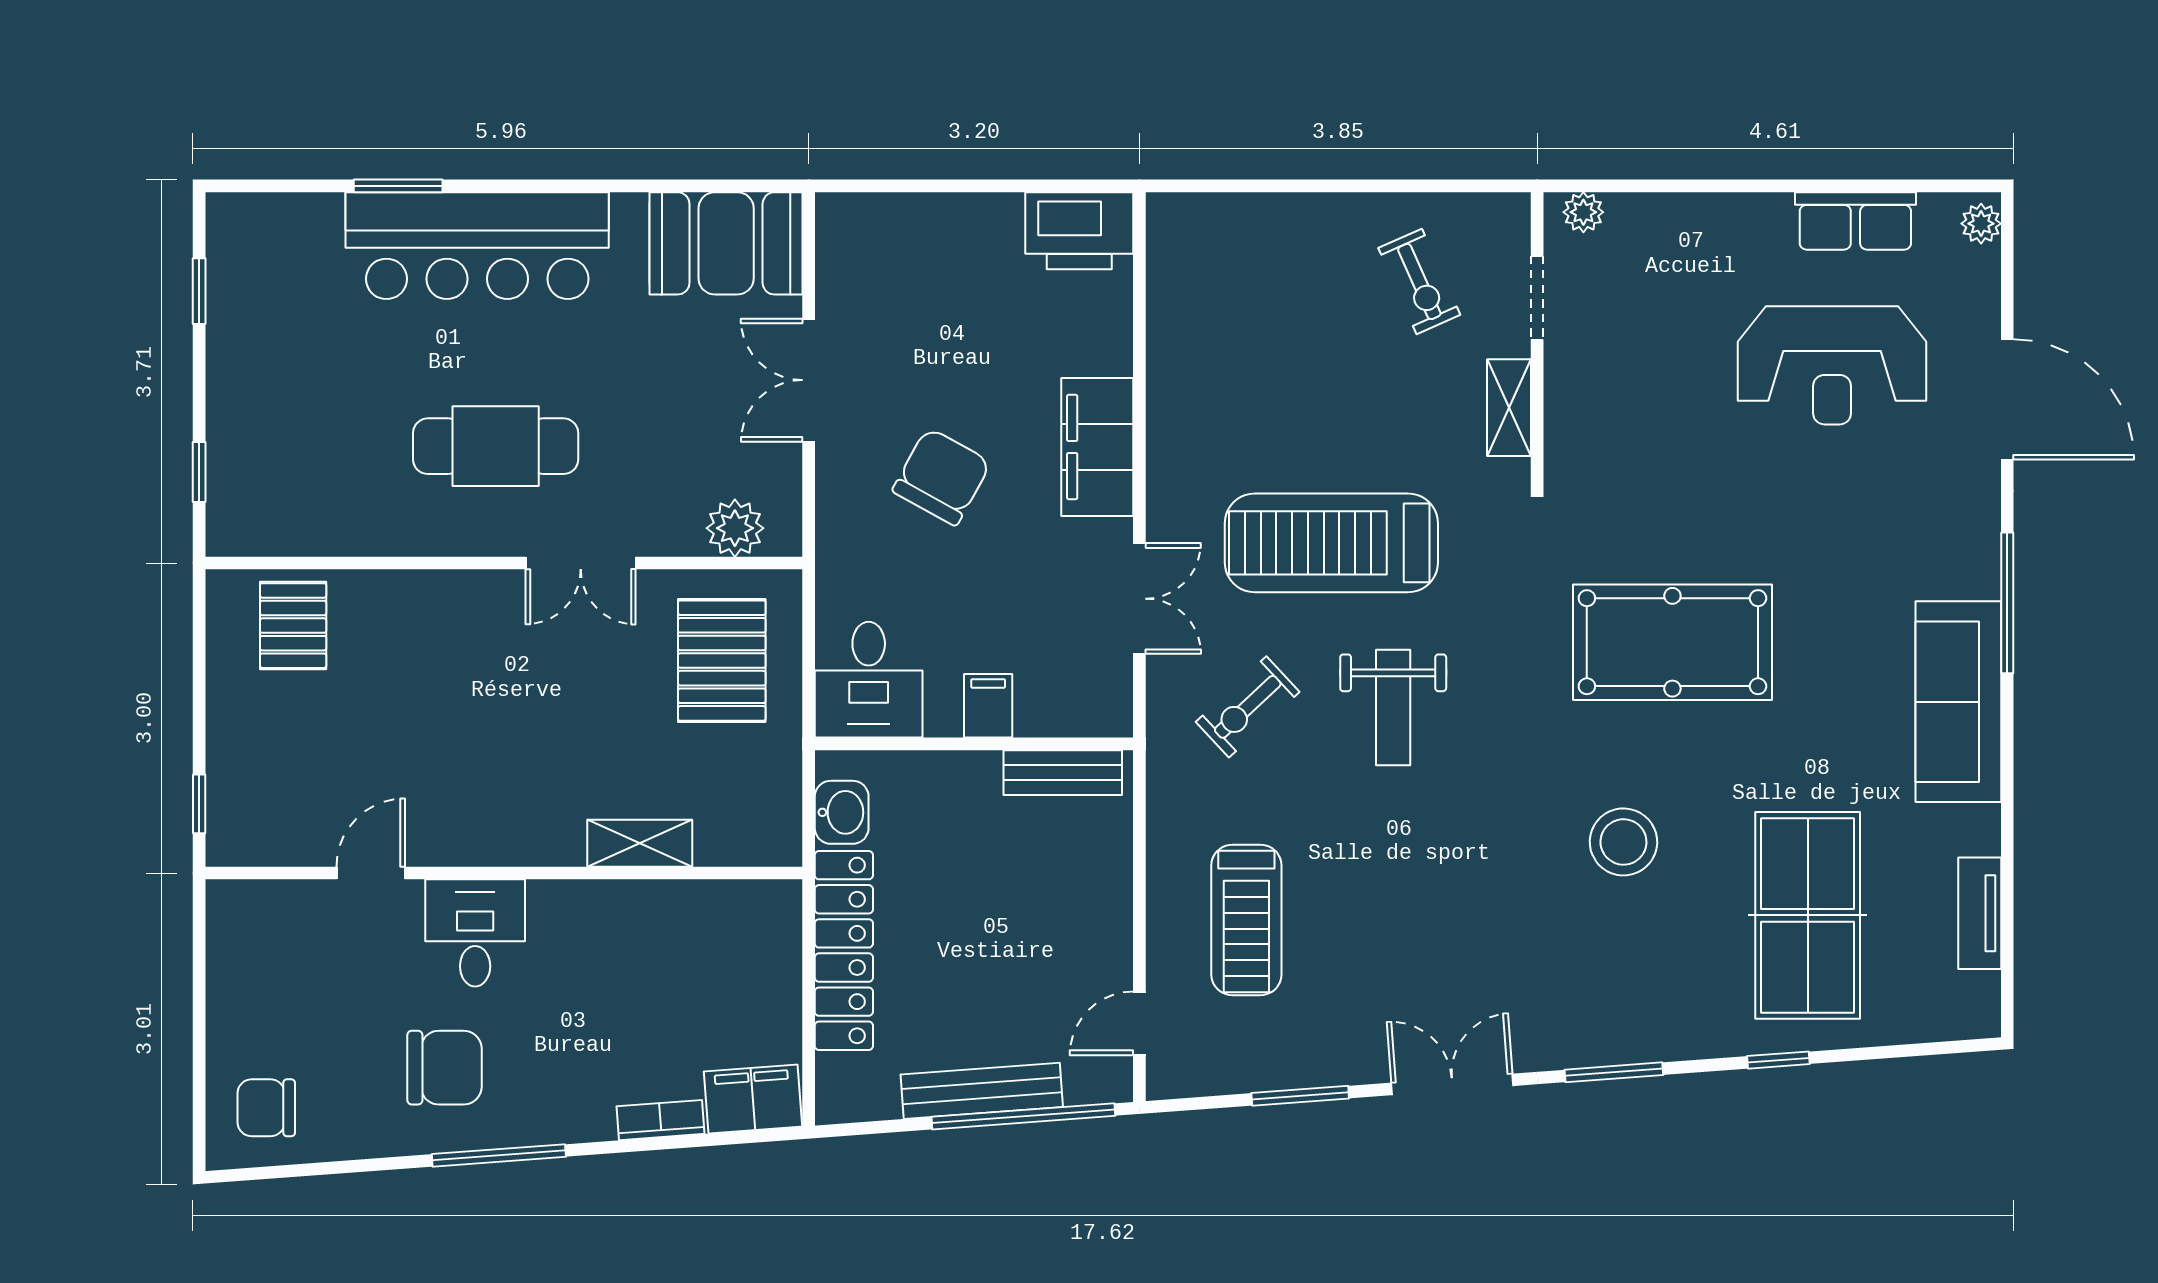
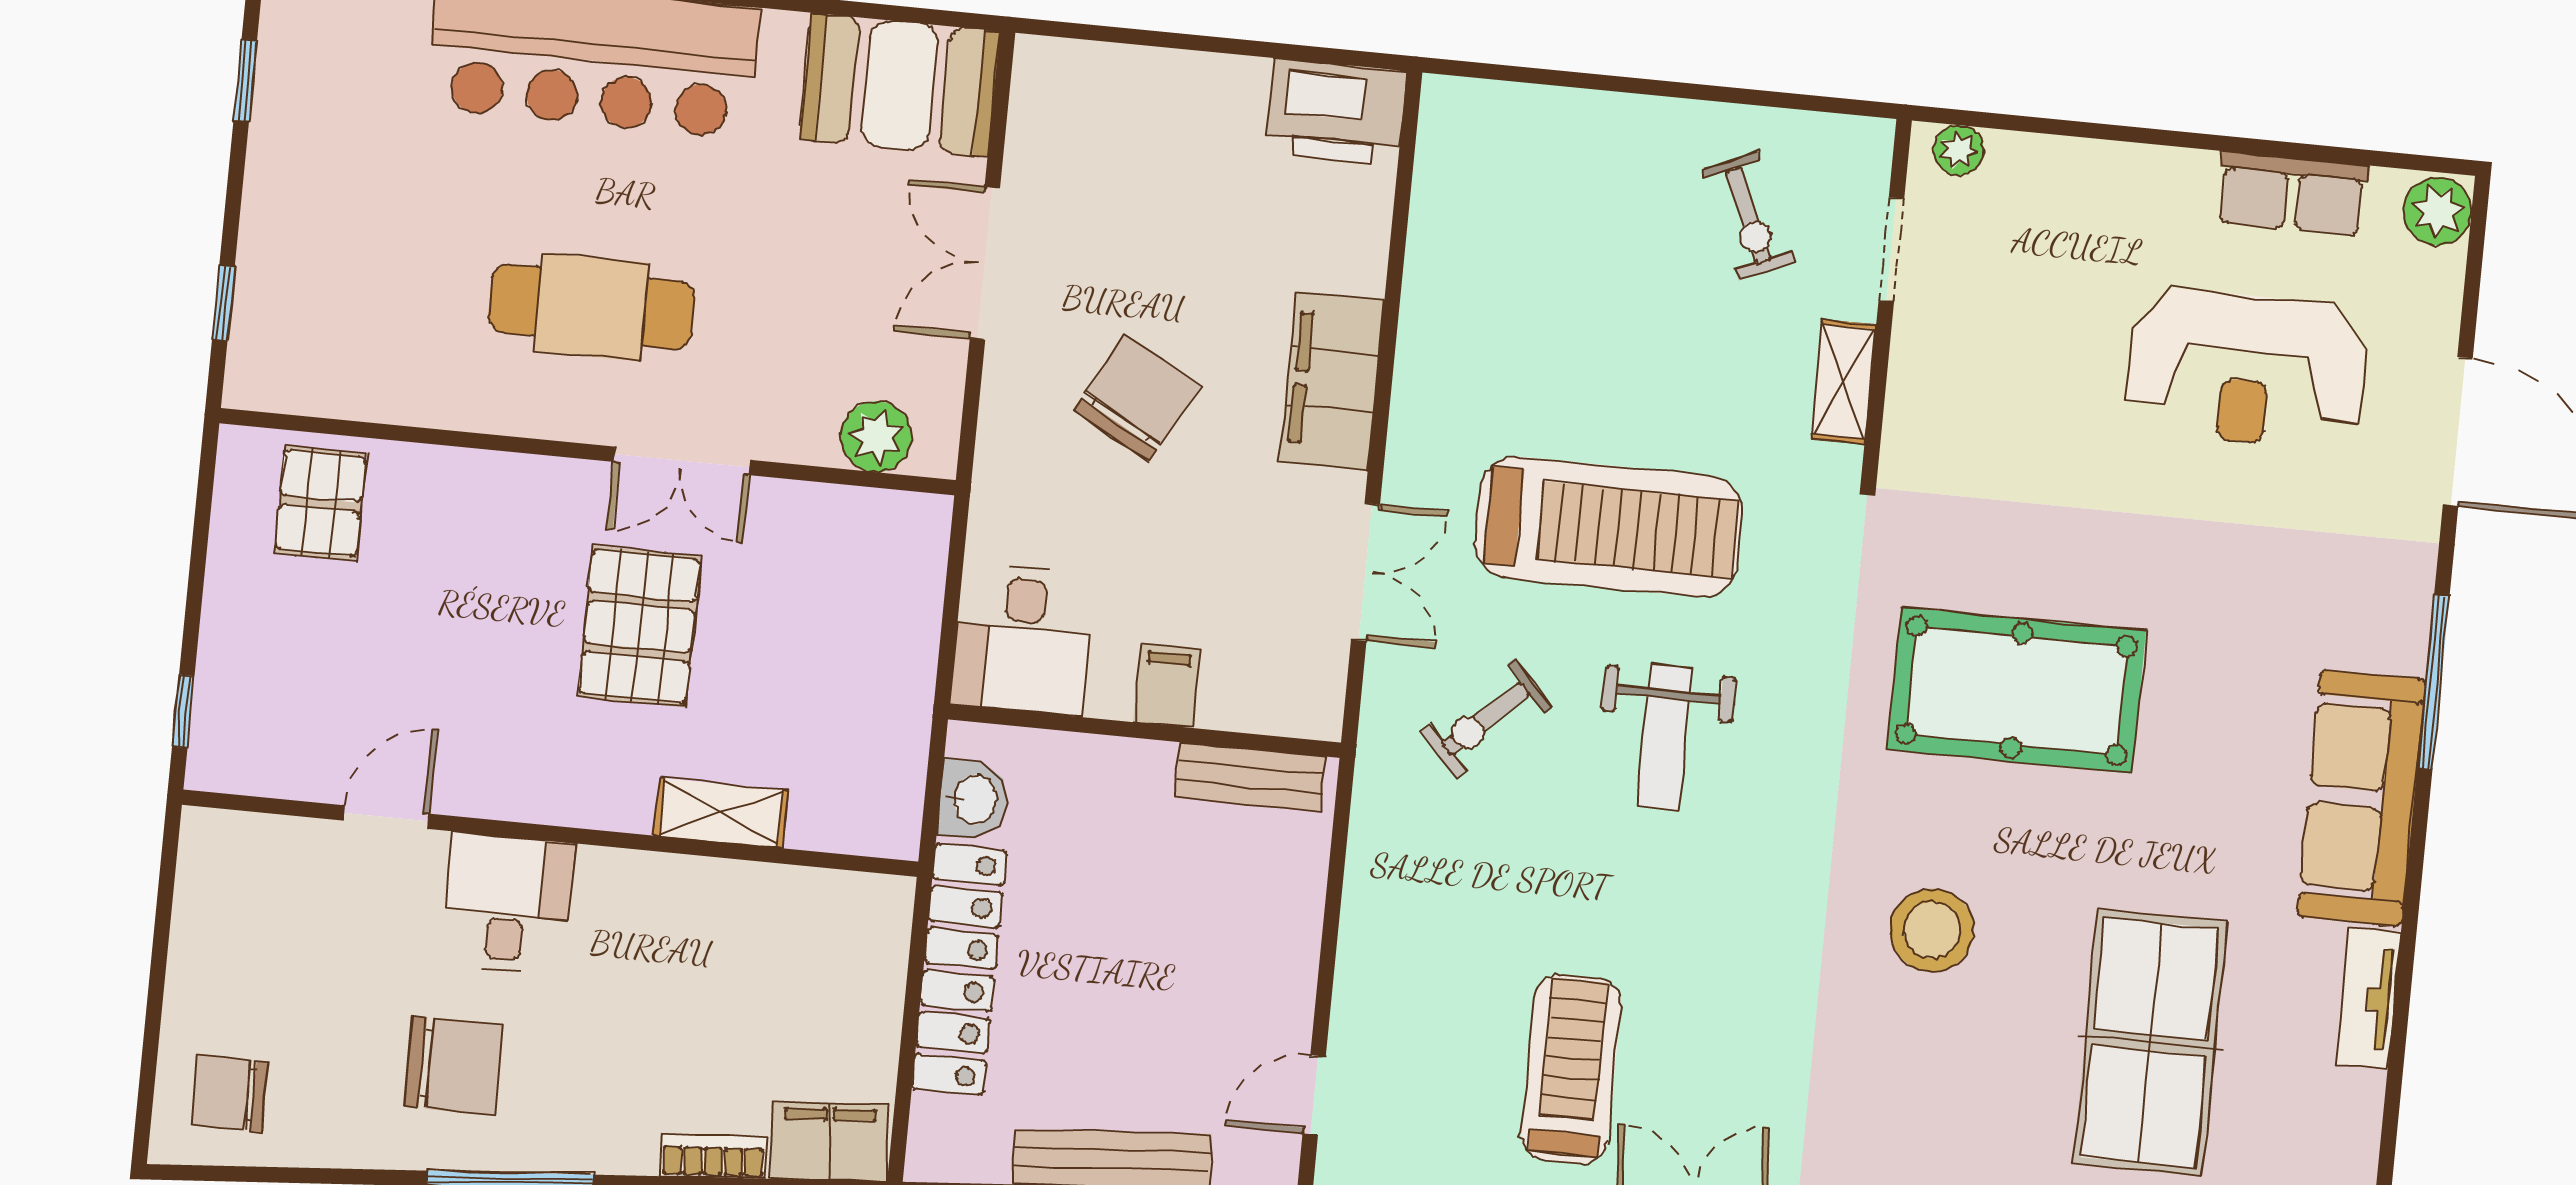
plant: (1981, 224) -> (2438, 211), width x1.38, depth x1.38
treadmill: (1331, 543) -> (1609, 527), turned 180
pallet: (722, 661) -> (639, 626), moved
tv unit: (1980, 913) -> (2368, 998), moved
treadmill: (1246, 920) -> (1571, 1069), moved, turned 180

